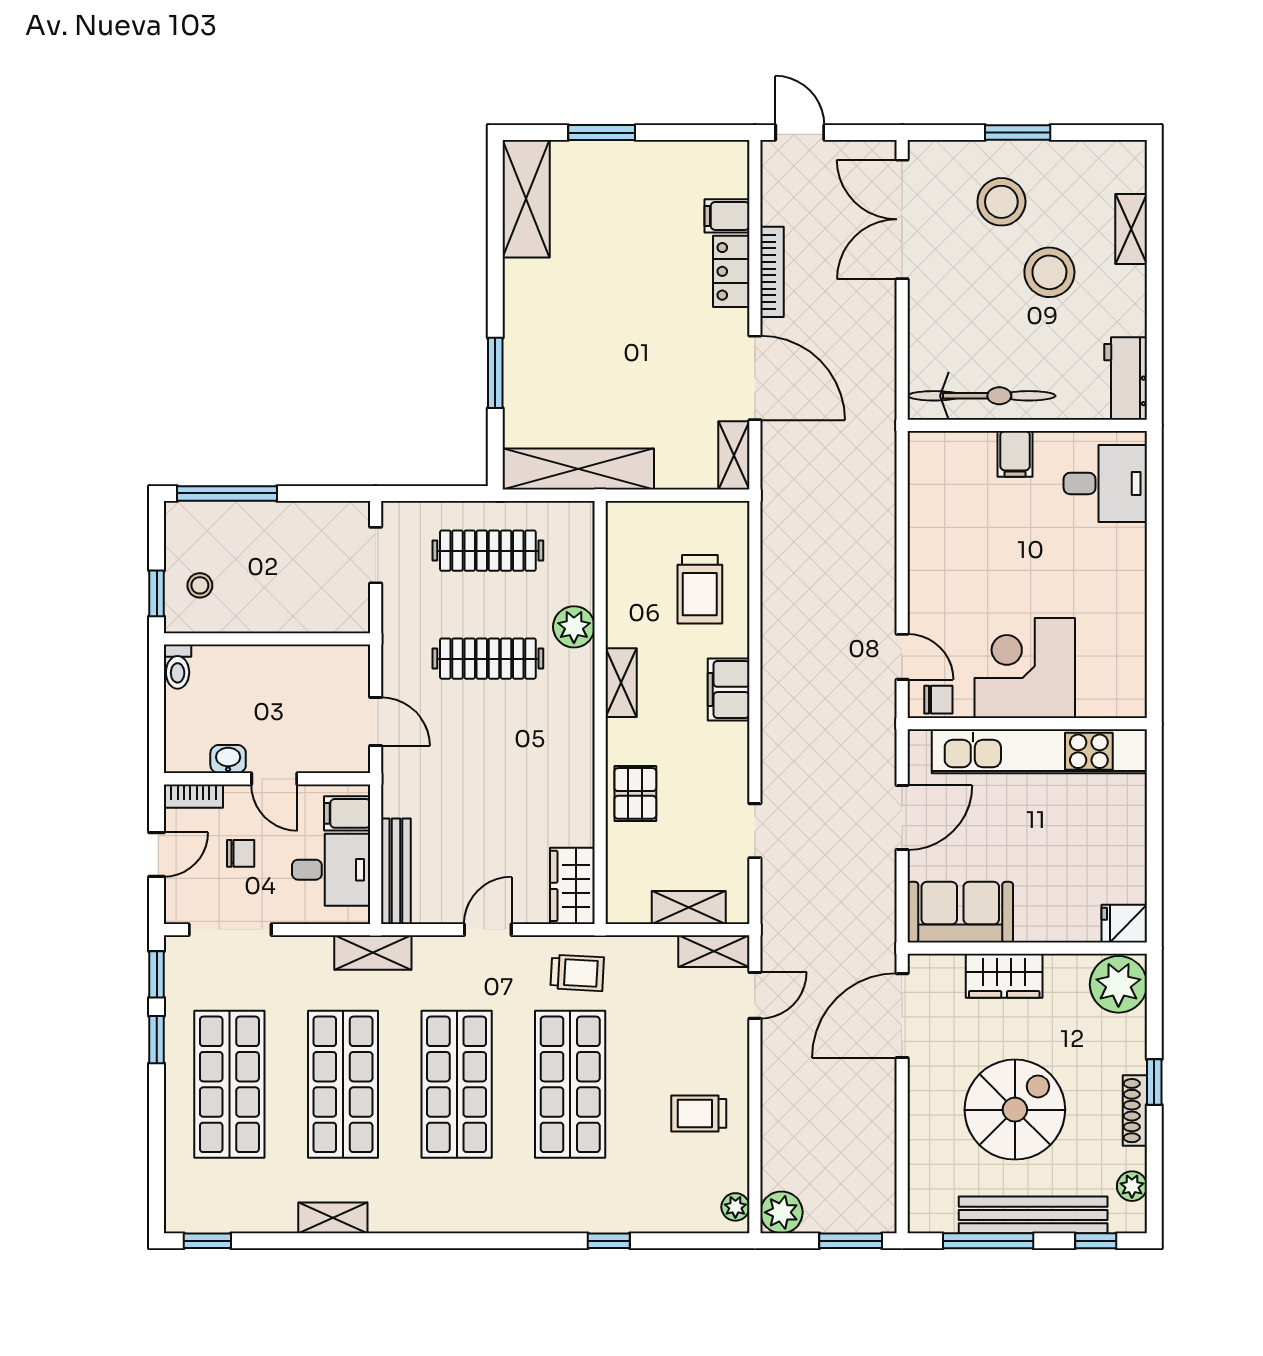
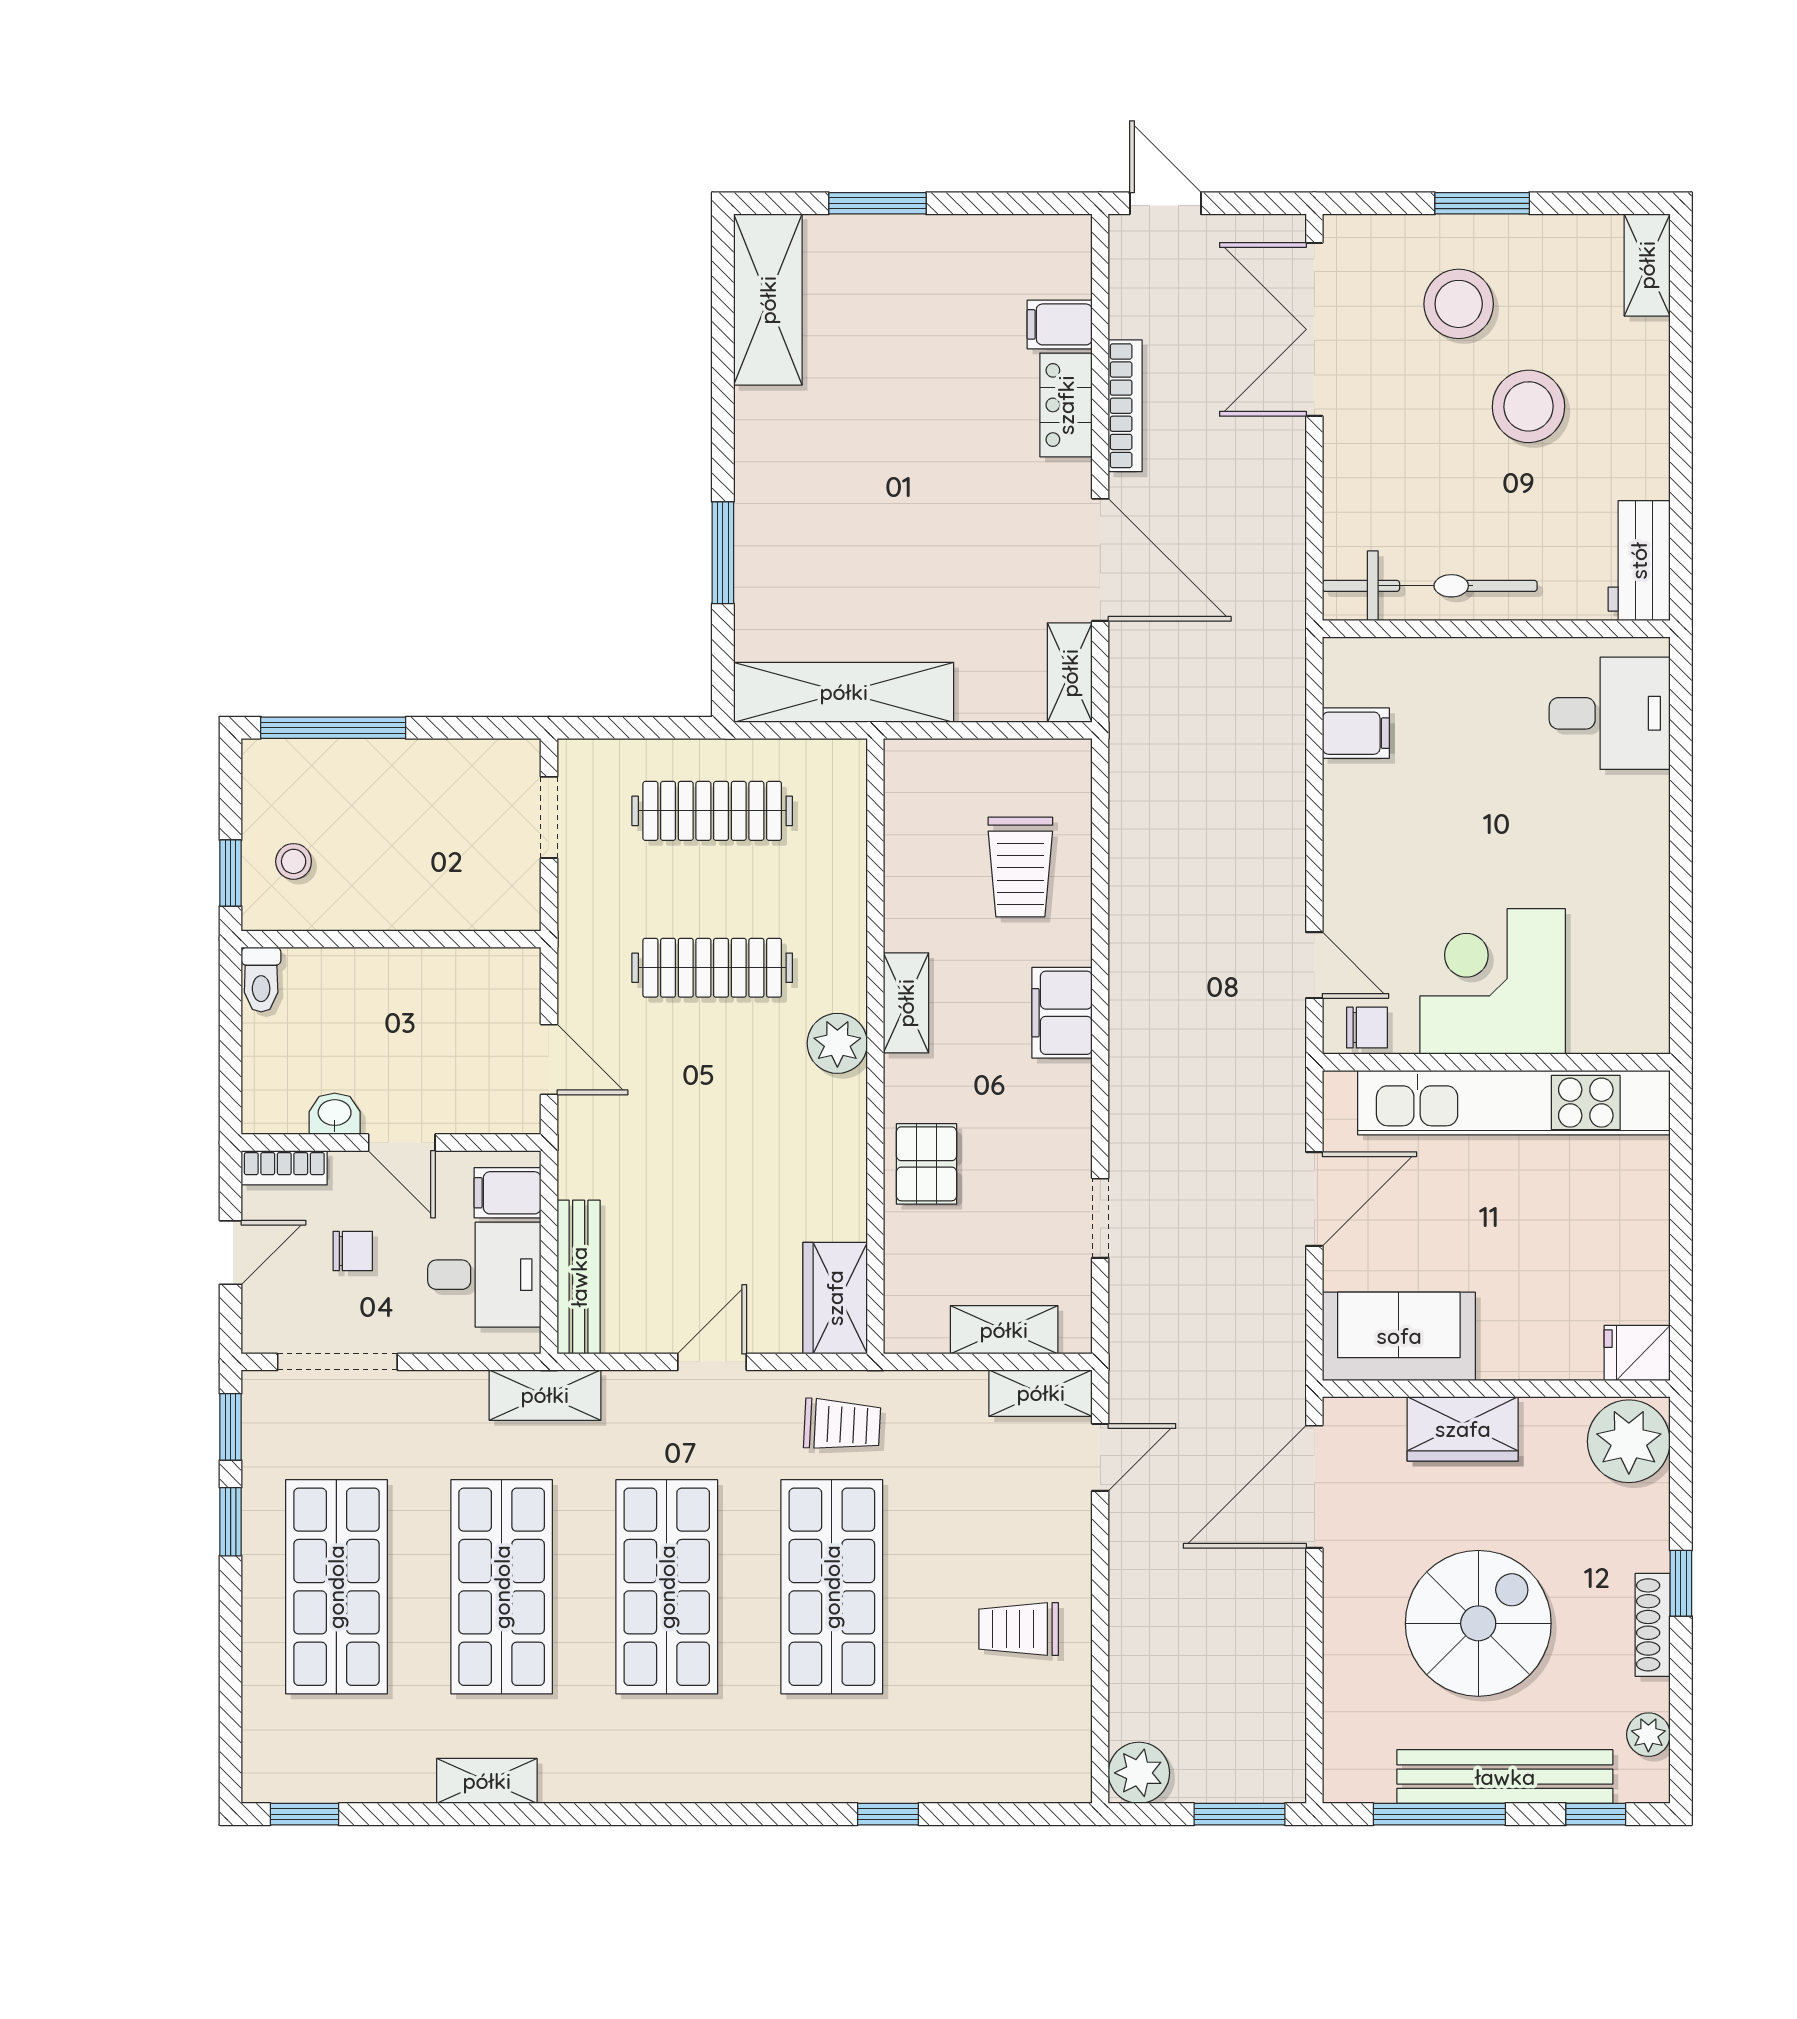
shelving: (1131, 229) -> (1647, 265), moved
filing cabinet: (1015, 454) -> (1356, 733), moved, turned -90
plant: (574, 627) -> (837, 1043), moved
plant: (735, 1207) -> (1072, 1765), removed

